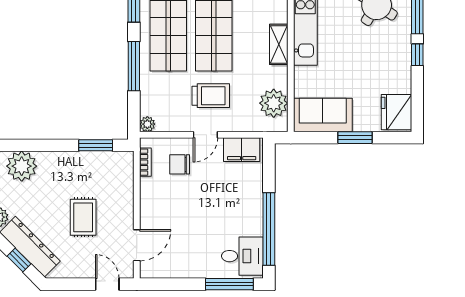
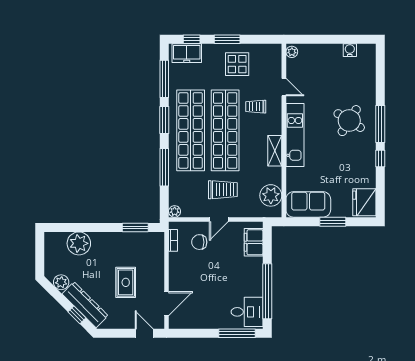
filing cabinet: (242, 150) -> (254, 242), moved, turned 90

